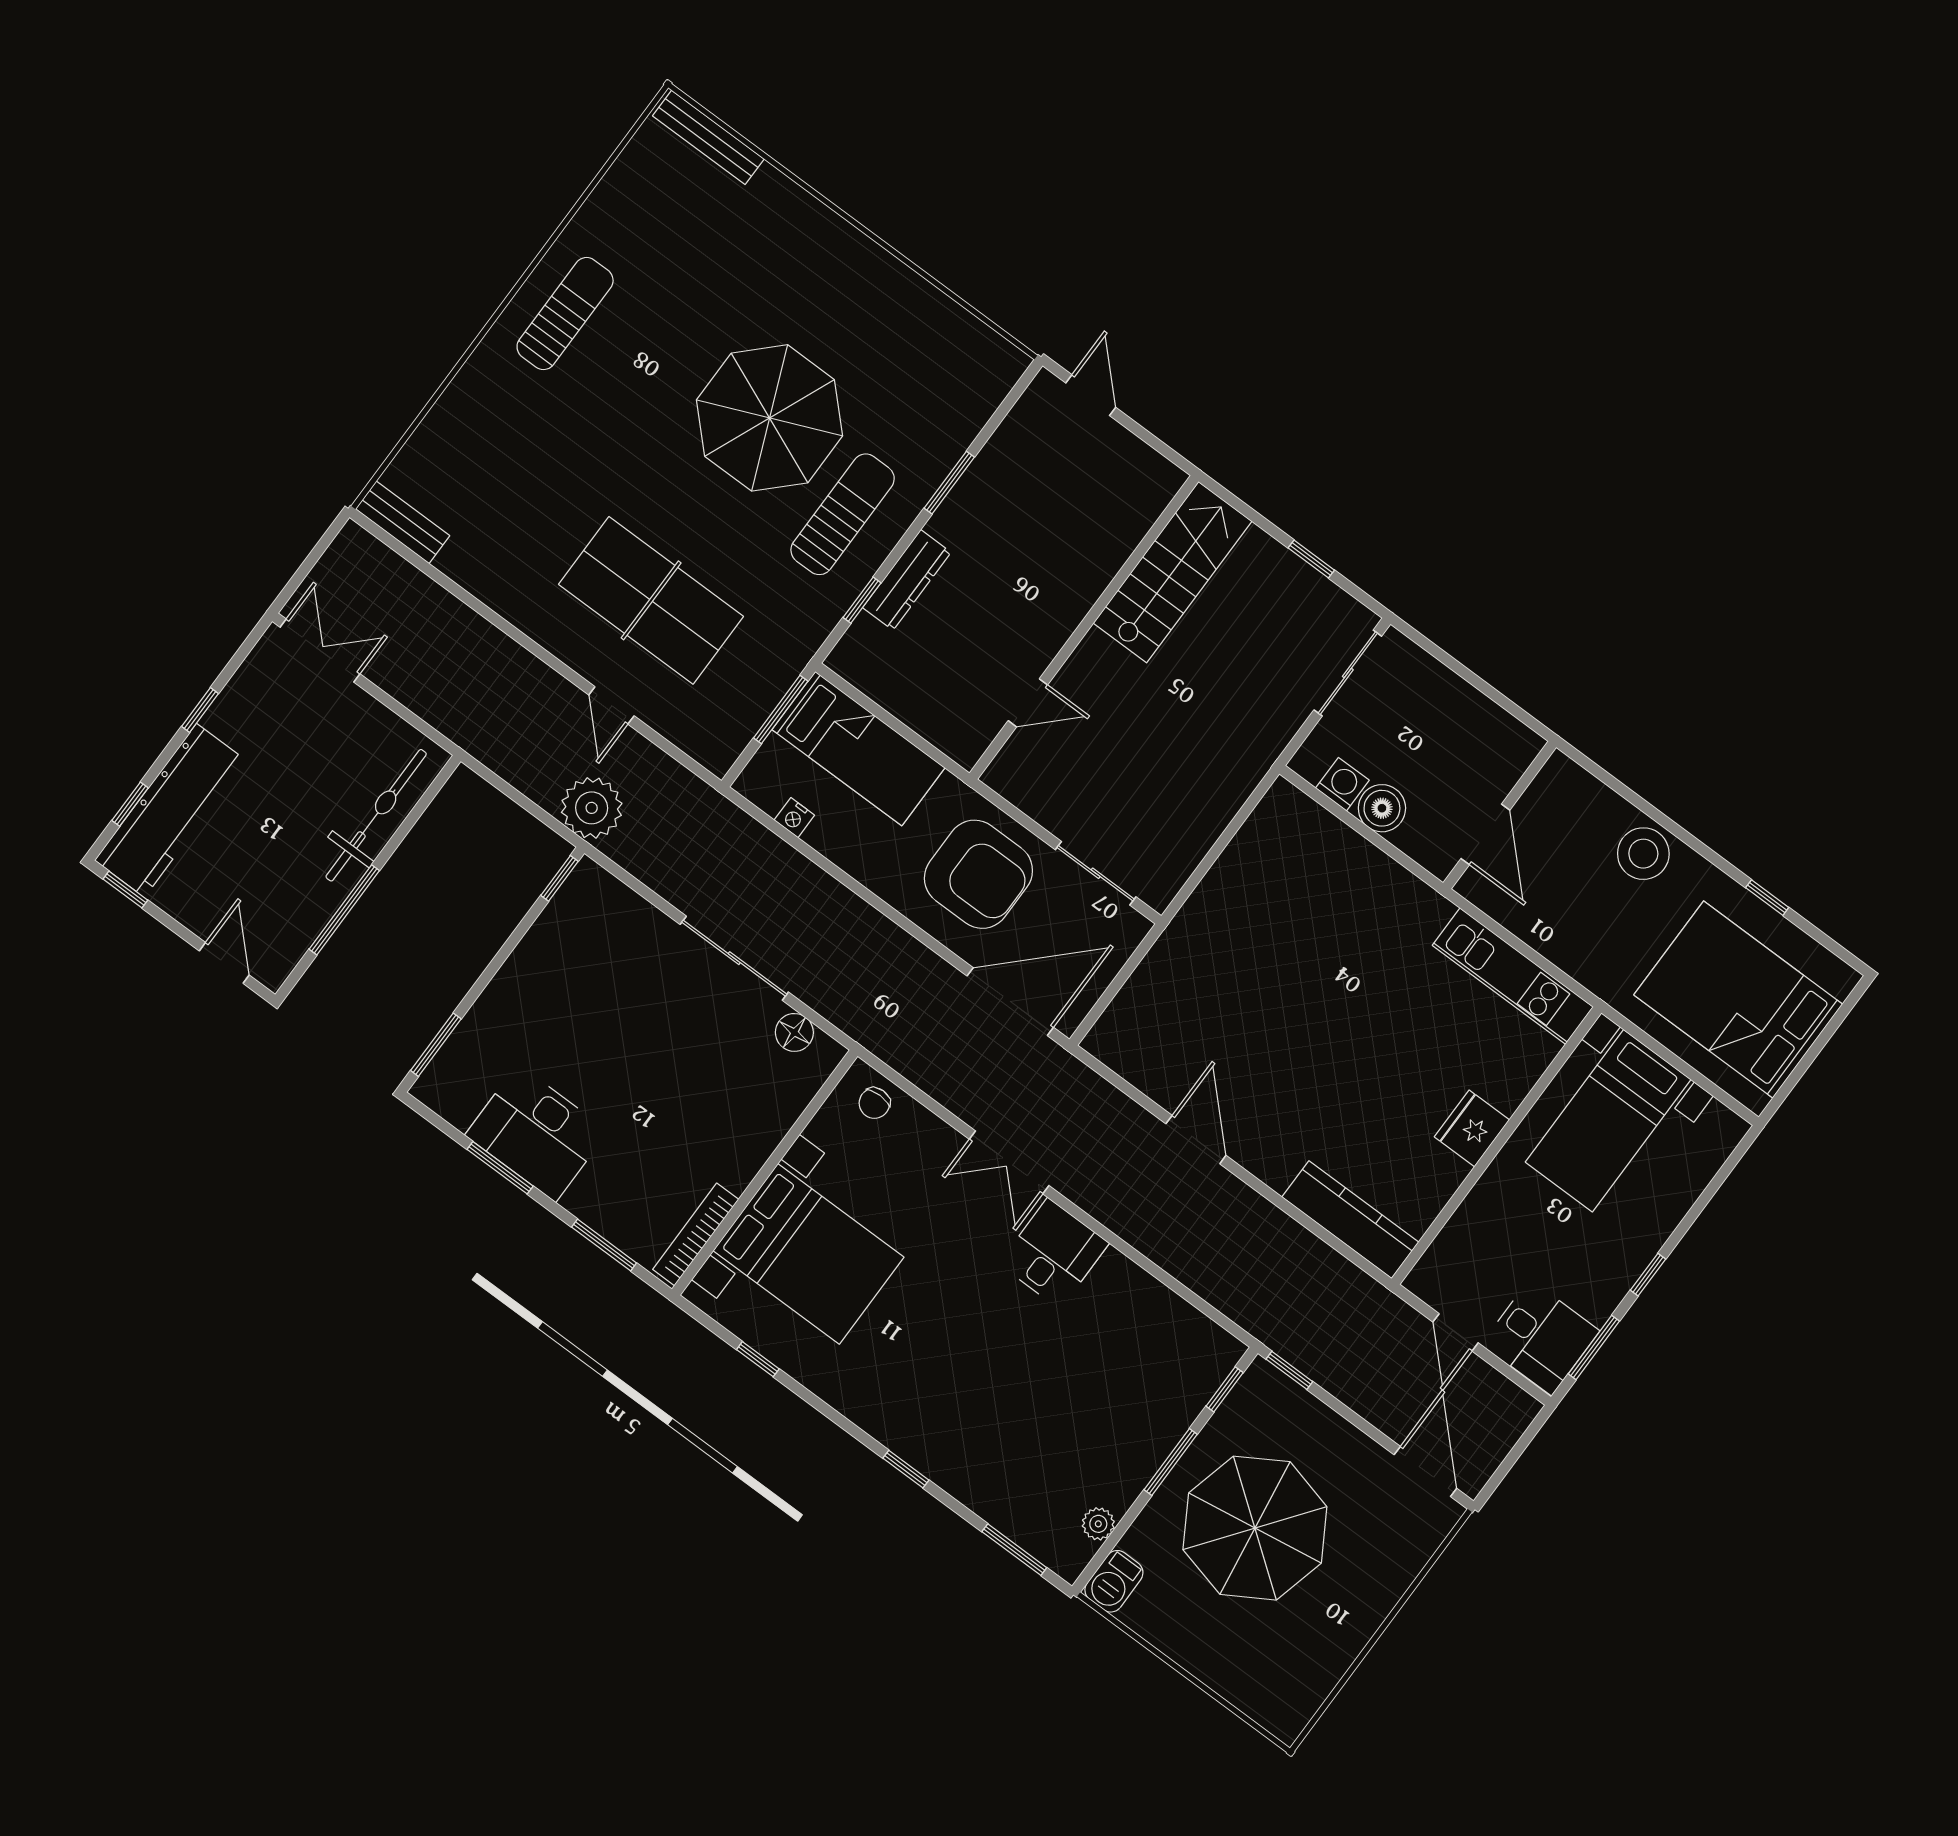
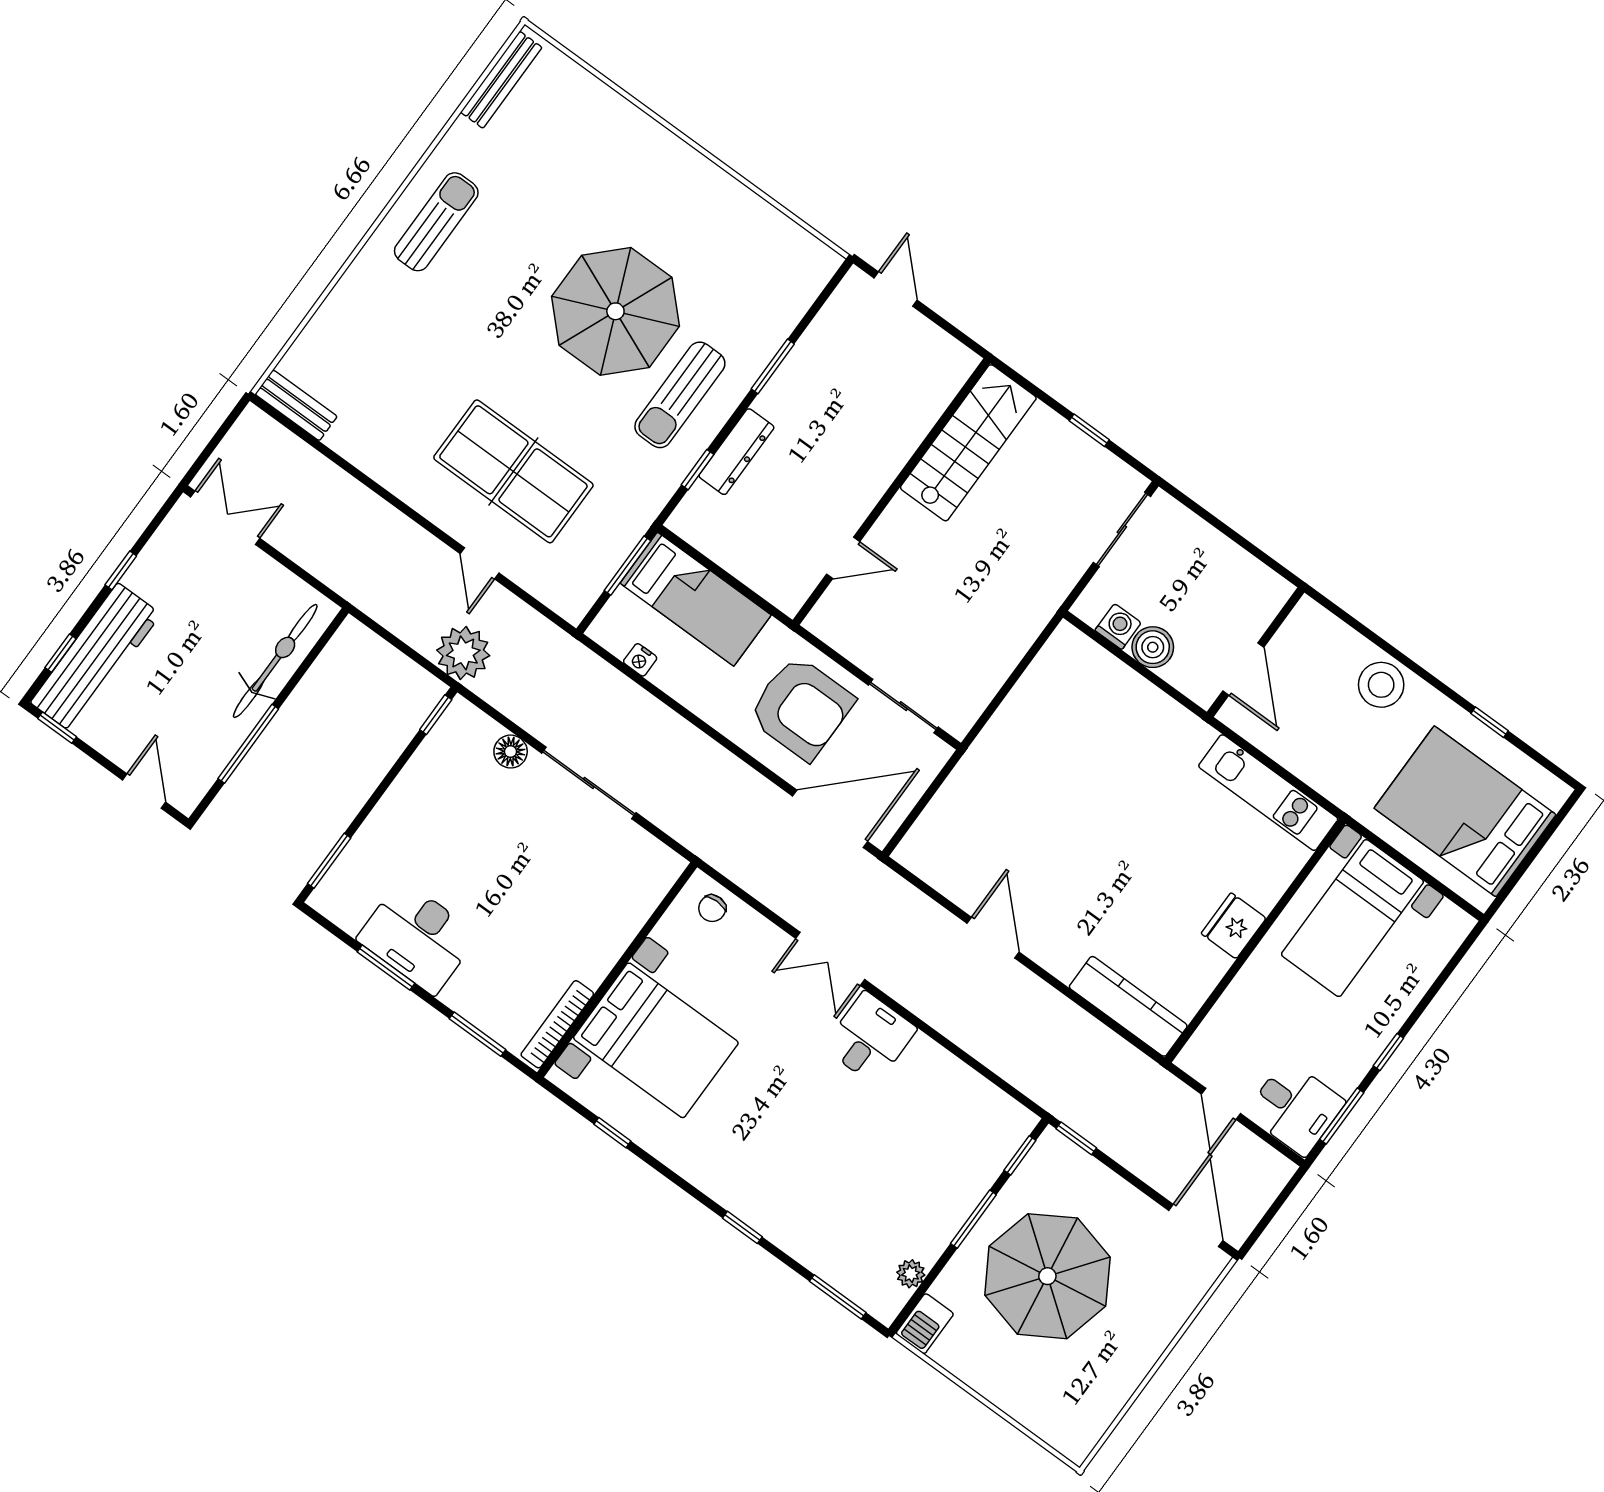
bench: (708, 137) -> (501, 80), moved, turned 90
sun lounger: (843, 514) -> (680, 395), turned 180
floor lamp: (794, 1032) -> (511, 752), moved

